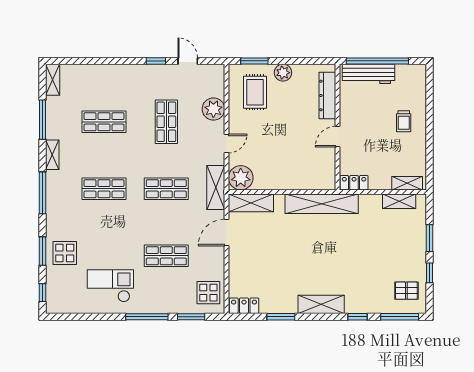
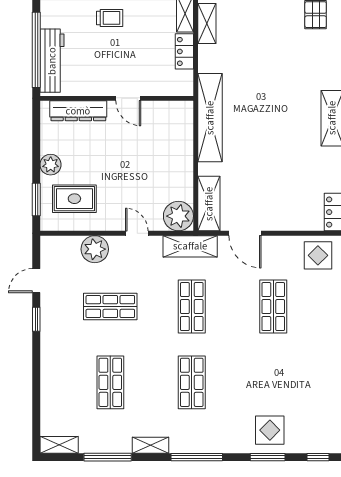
locker: (354, 183) -> (184, 51), moved
checkout: (110, 286) -> (310, 375), removed

